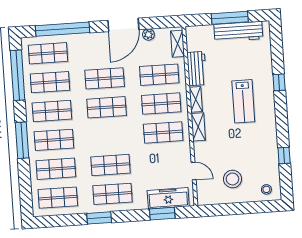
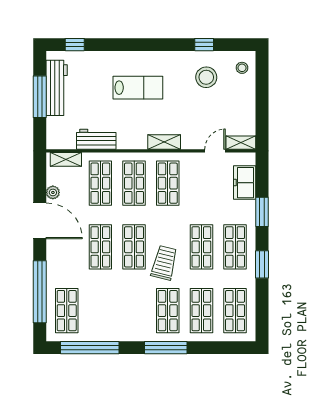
shop shelf: (50, 82) -> (100, 311), removed
window: (279, 82) -> (75, 45), moved
shelving: (196, 99) -> (241, 143), moved
shop shelf: (52, 111) -> (134, 311), removed
trolley: (95, 134) -> (164, 263), added
stool: (232, 179) -> (206, 77), moved
freezer: (168, 198) -> (245, 183), width x0.71
window: (162, 214) -> (262, 212), moved

